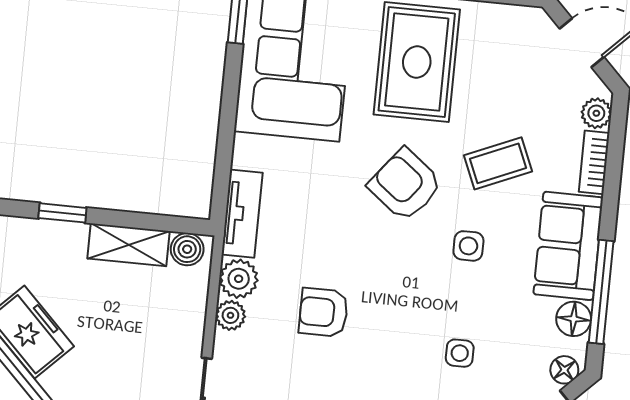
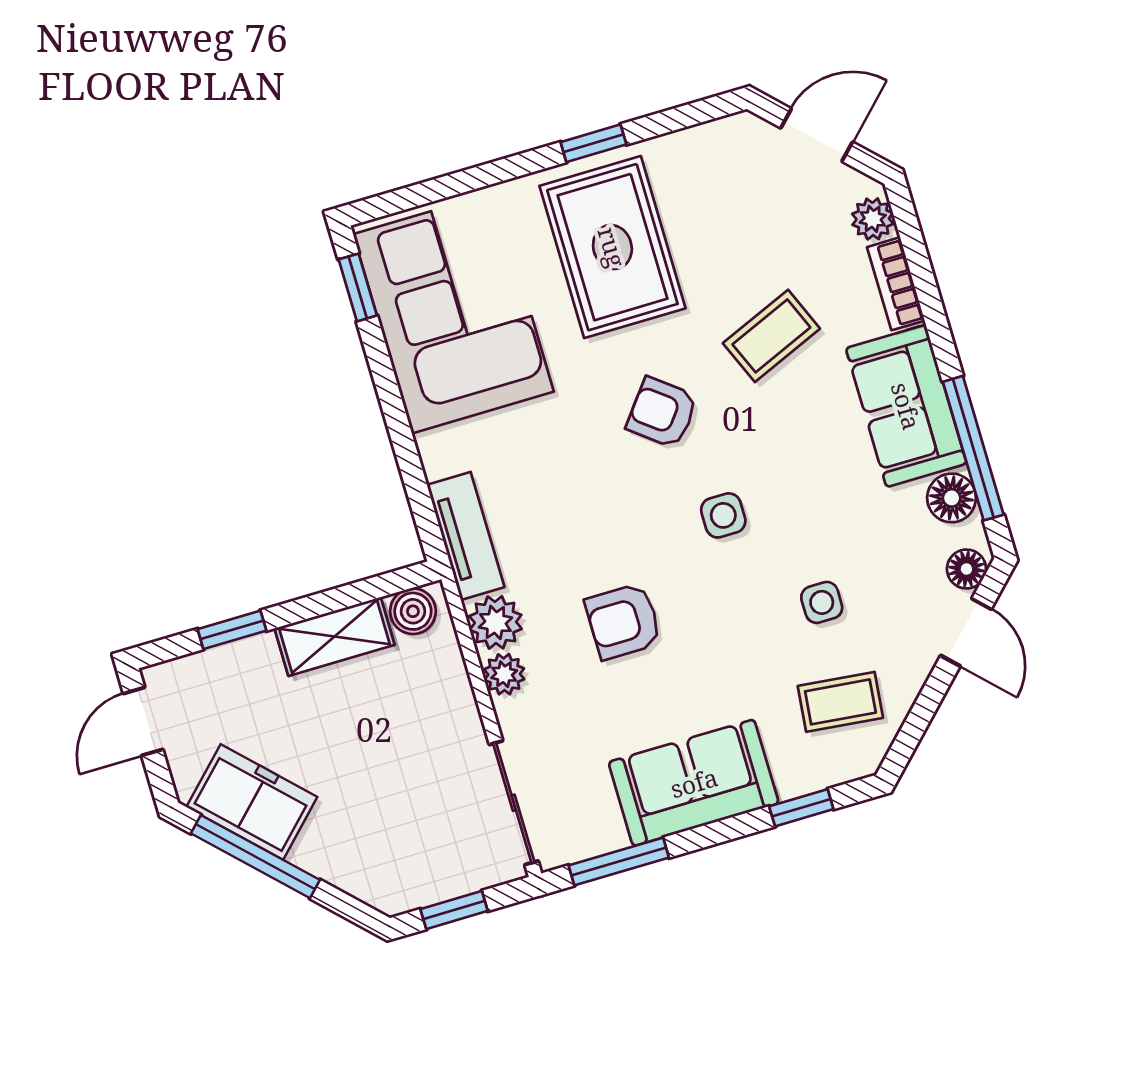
armchair: (405, 185) -> (662, 413), width x0.72, depth x0.72
side table: (468, 246) -> (723, 515), moved

